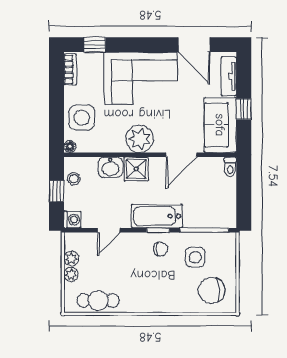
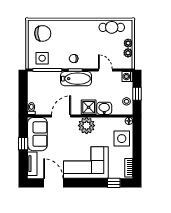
door: (109, 230) -> (105, 70), hinge flipped
side table: (195, 257) -> (42, 58), moved

